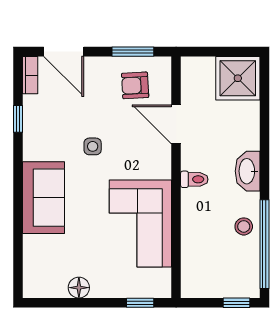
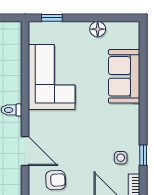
side table: (93, 146) -> (121, 158), moved
sofa: (43, 198) -> (124, 76), moved

